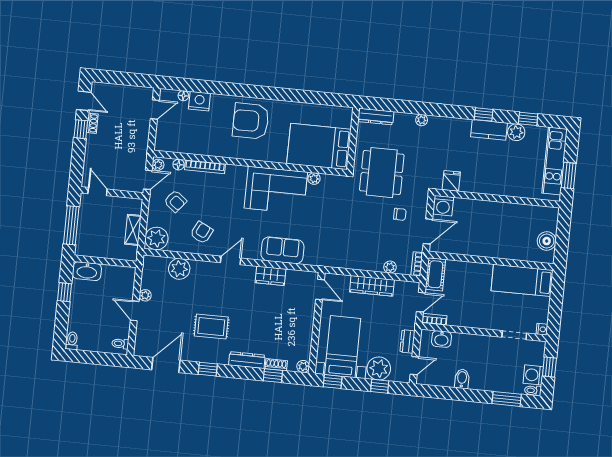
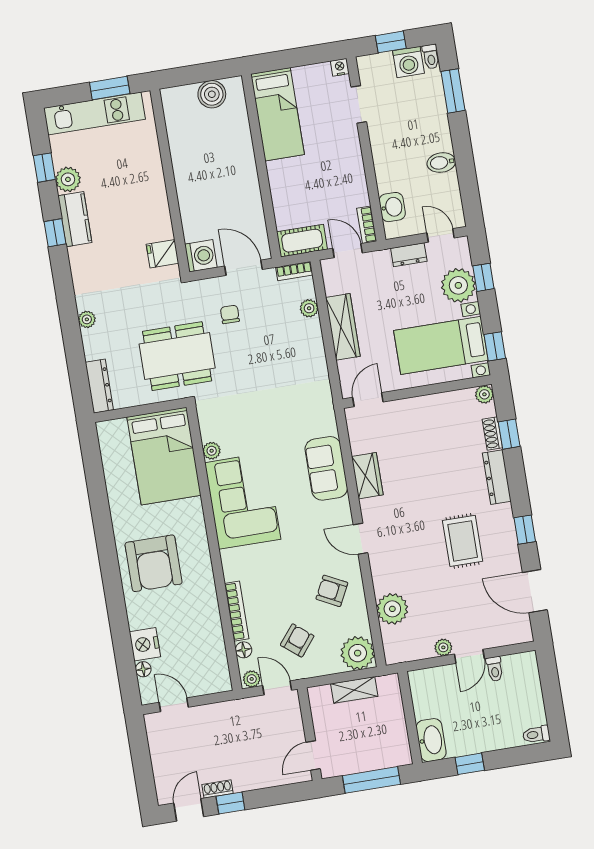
toilet: (120, 344) -> (495, 669), moved

